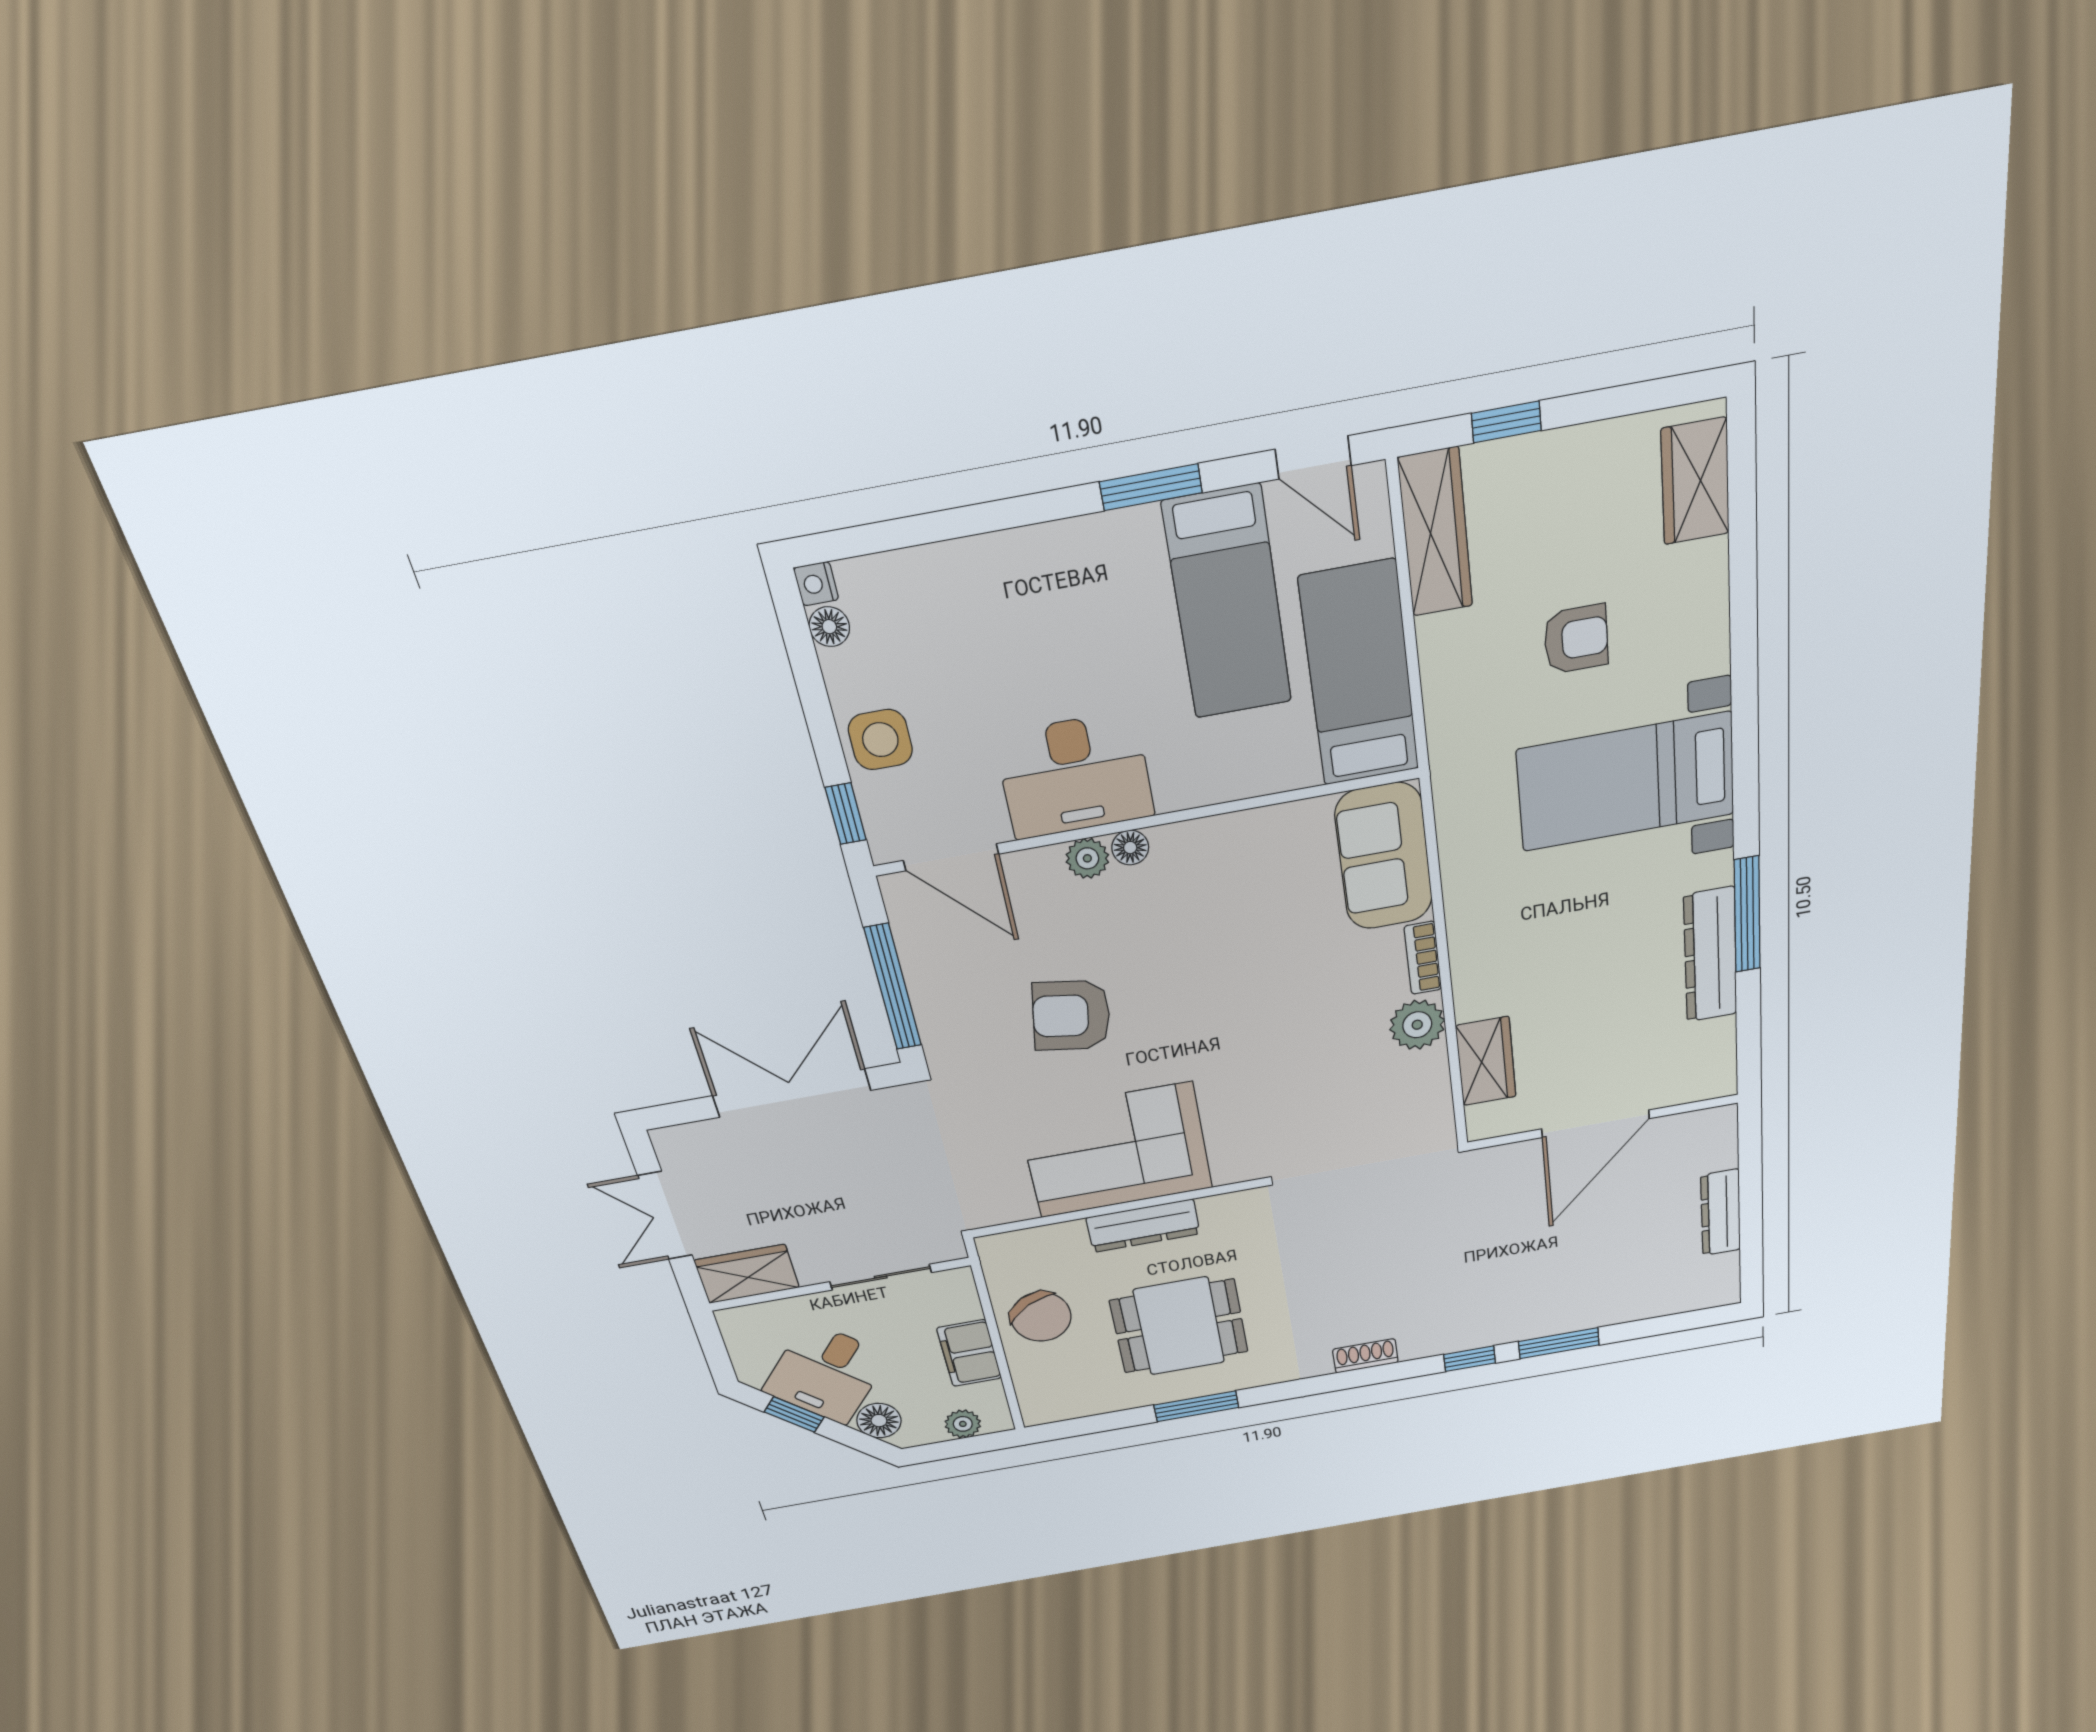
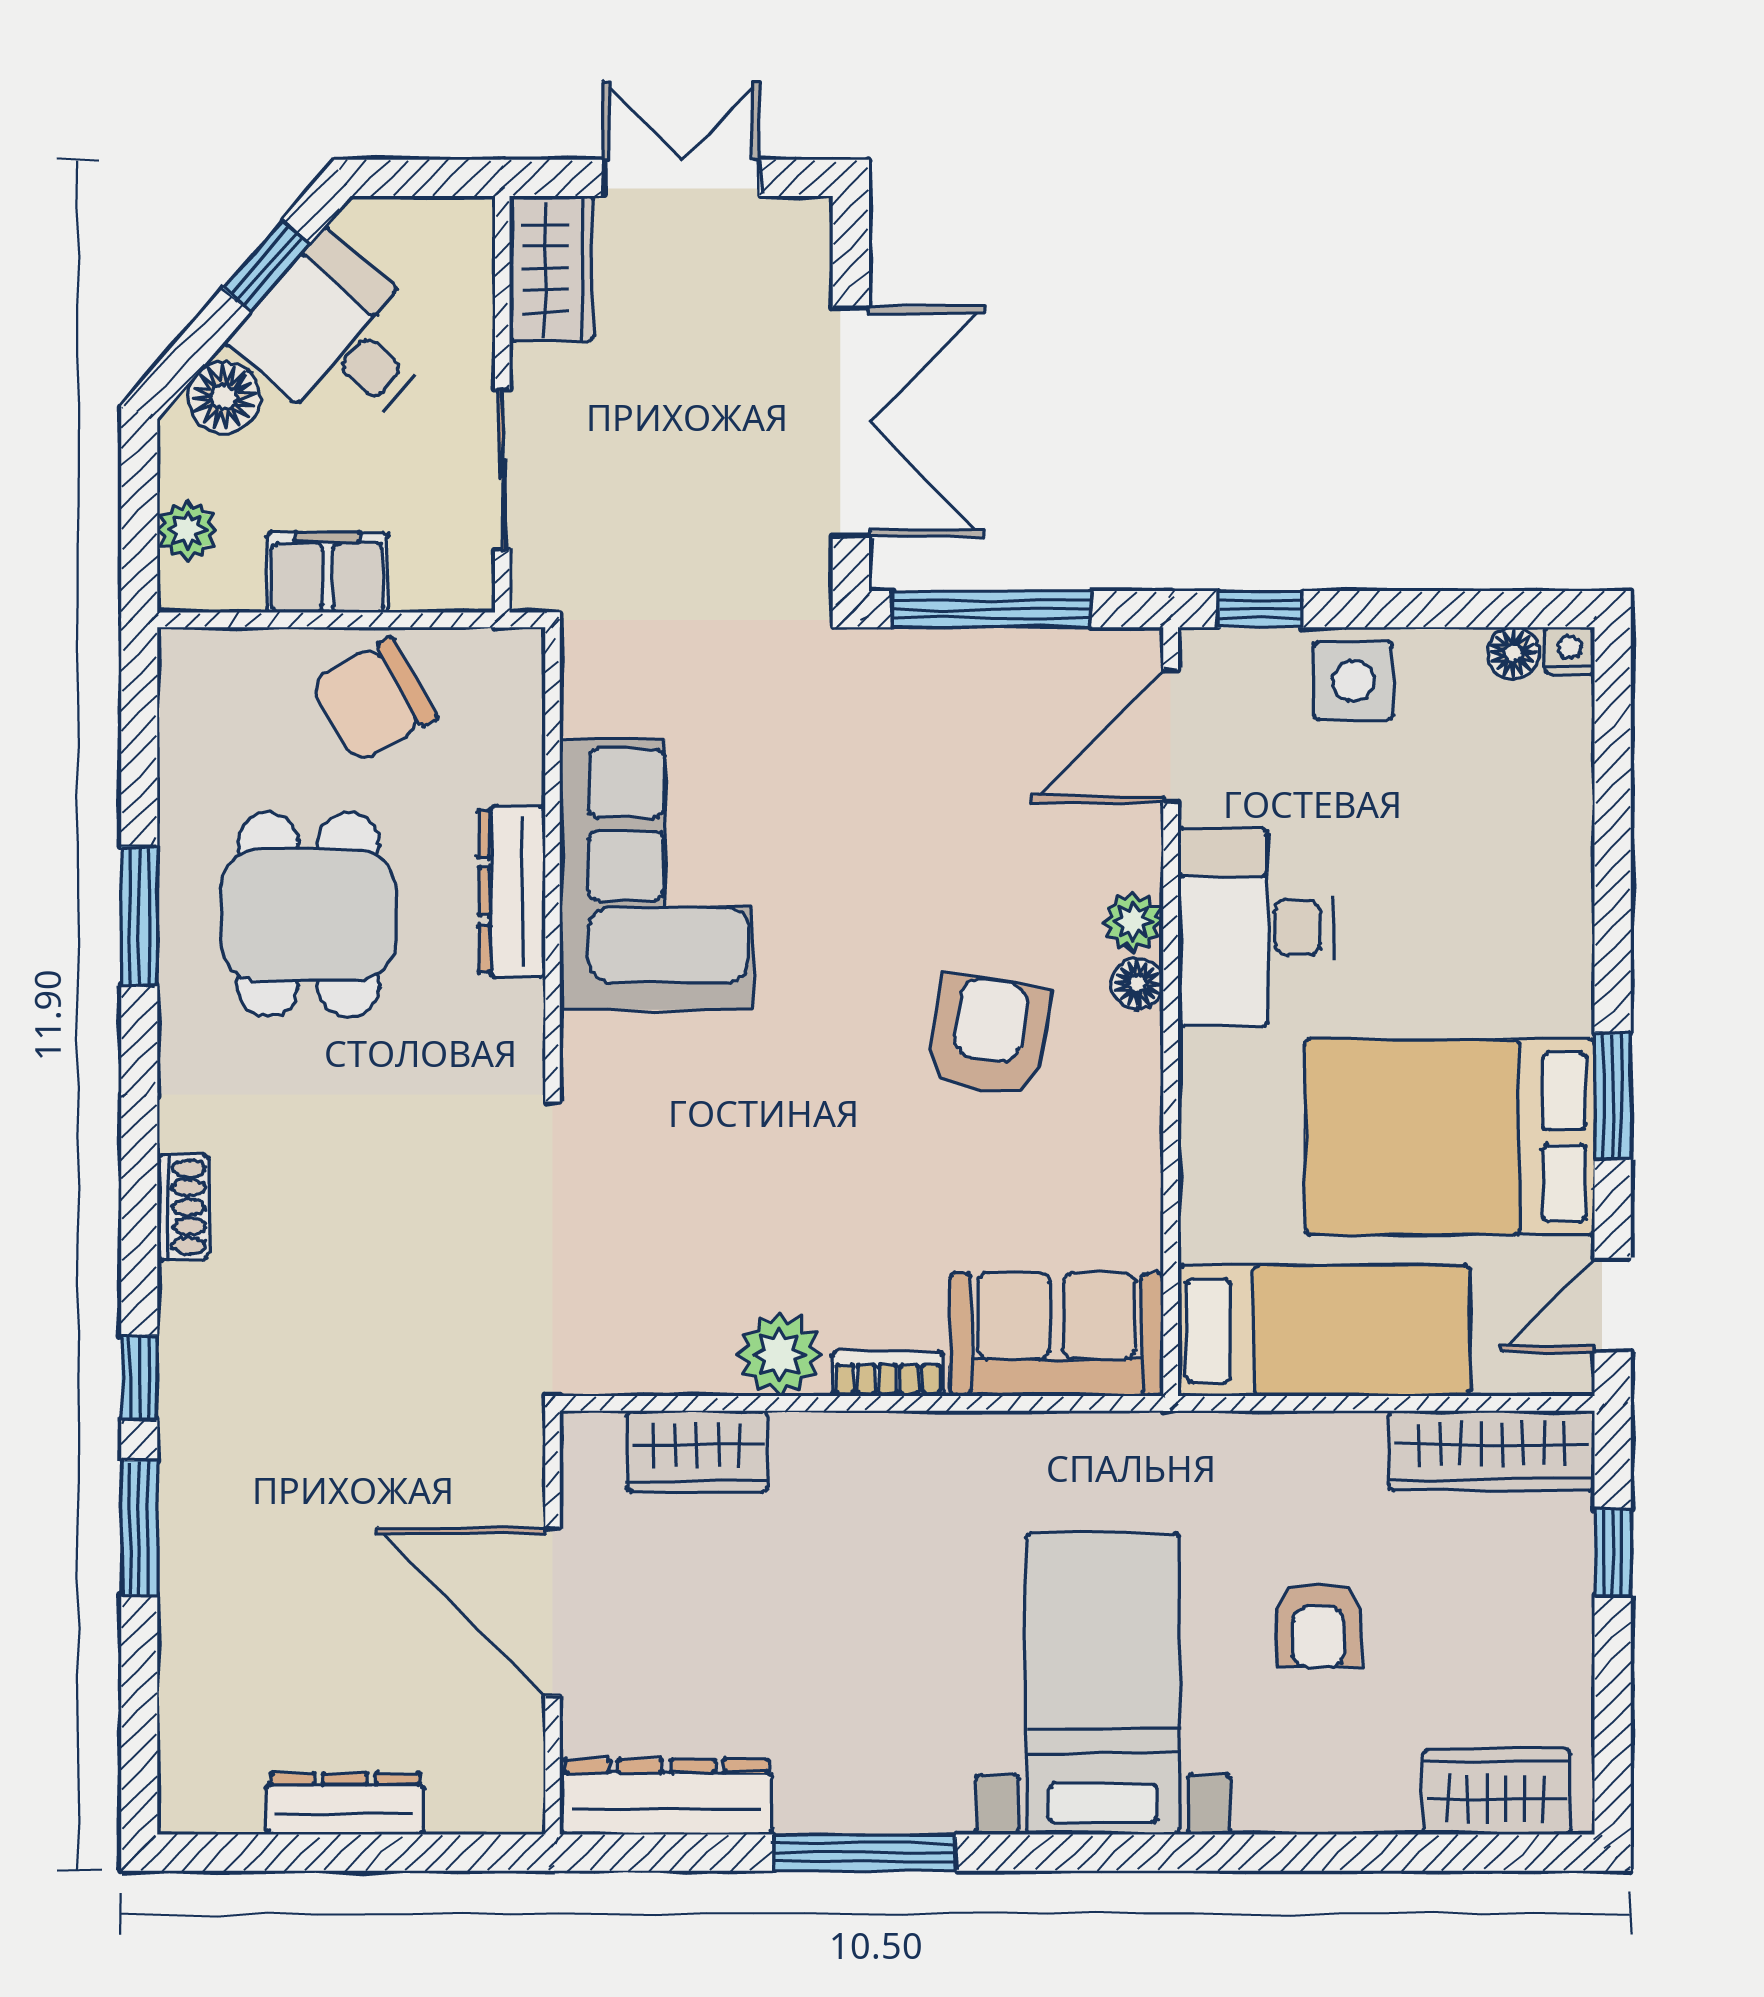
bed: (1228, 603) -> (1450, 1137), width x1.50
dresser: (1710, 955) -> (667, 1797), moved
armchair: (1071, 1016) -> (988, 1036), moved

